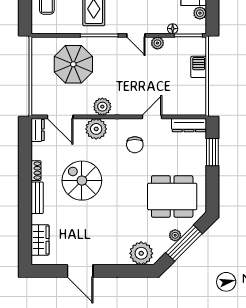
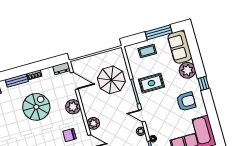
door: (136, 35) -> (142, 116), hinge flipped
plant: (102, 107) -> (93, 123), moved
door: (60, 117) -> (74, 81), swing flipped

